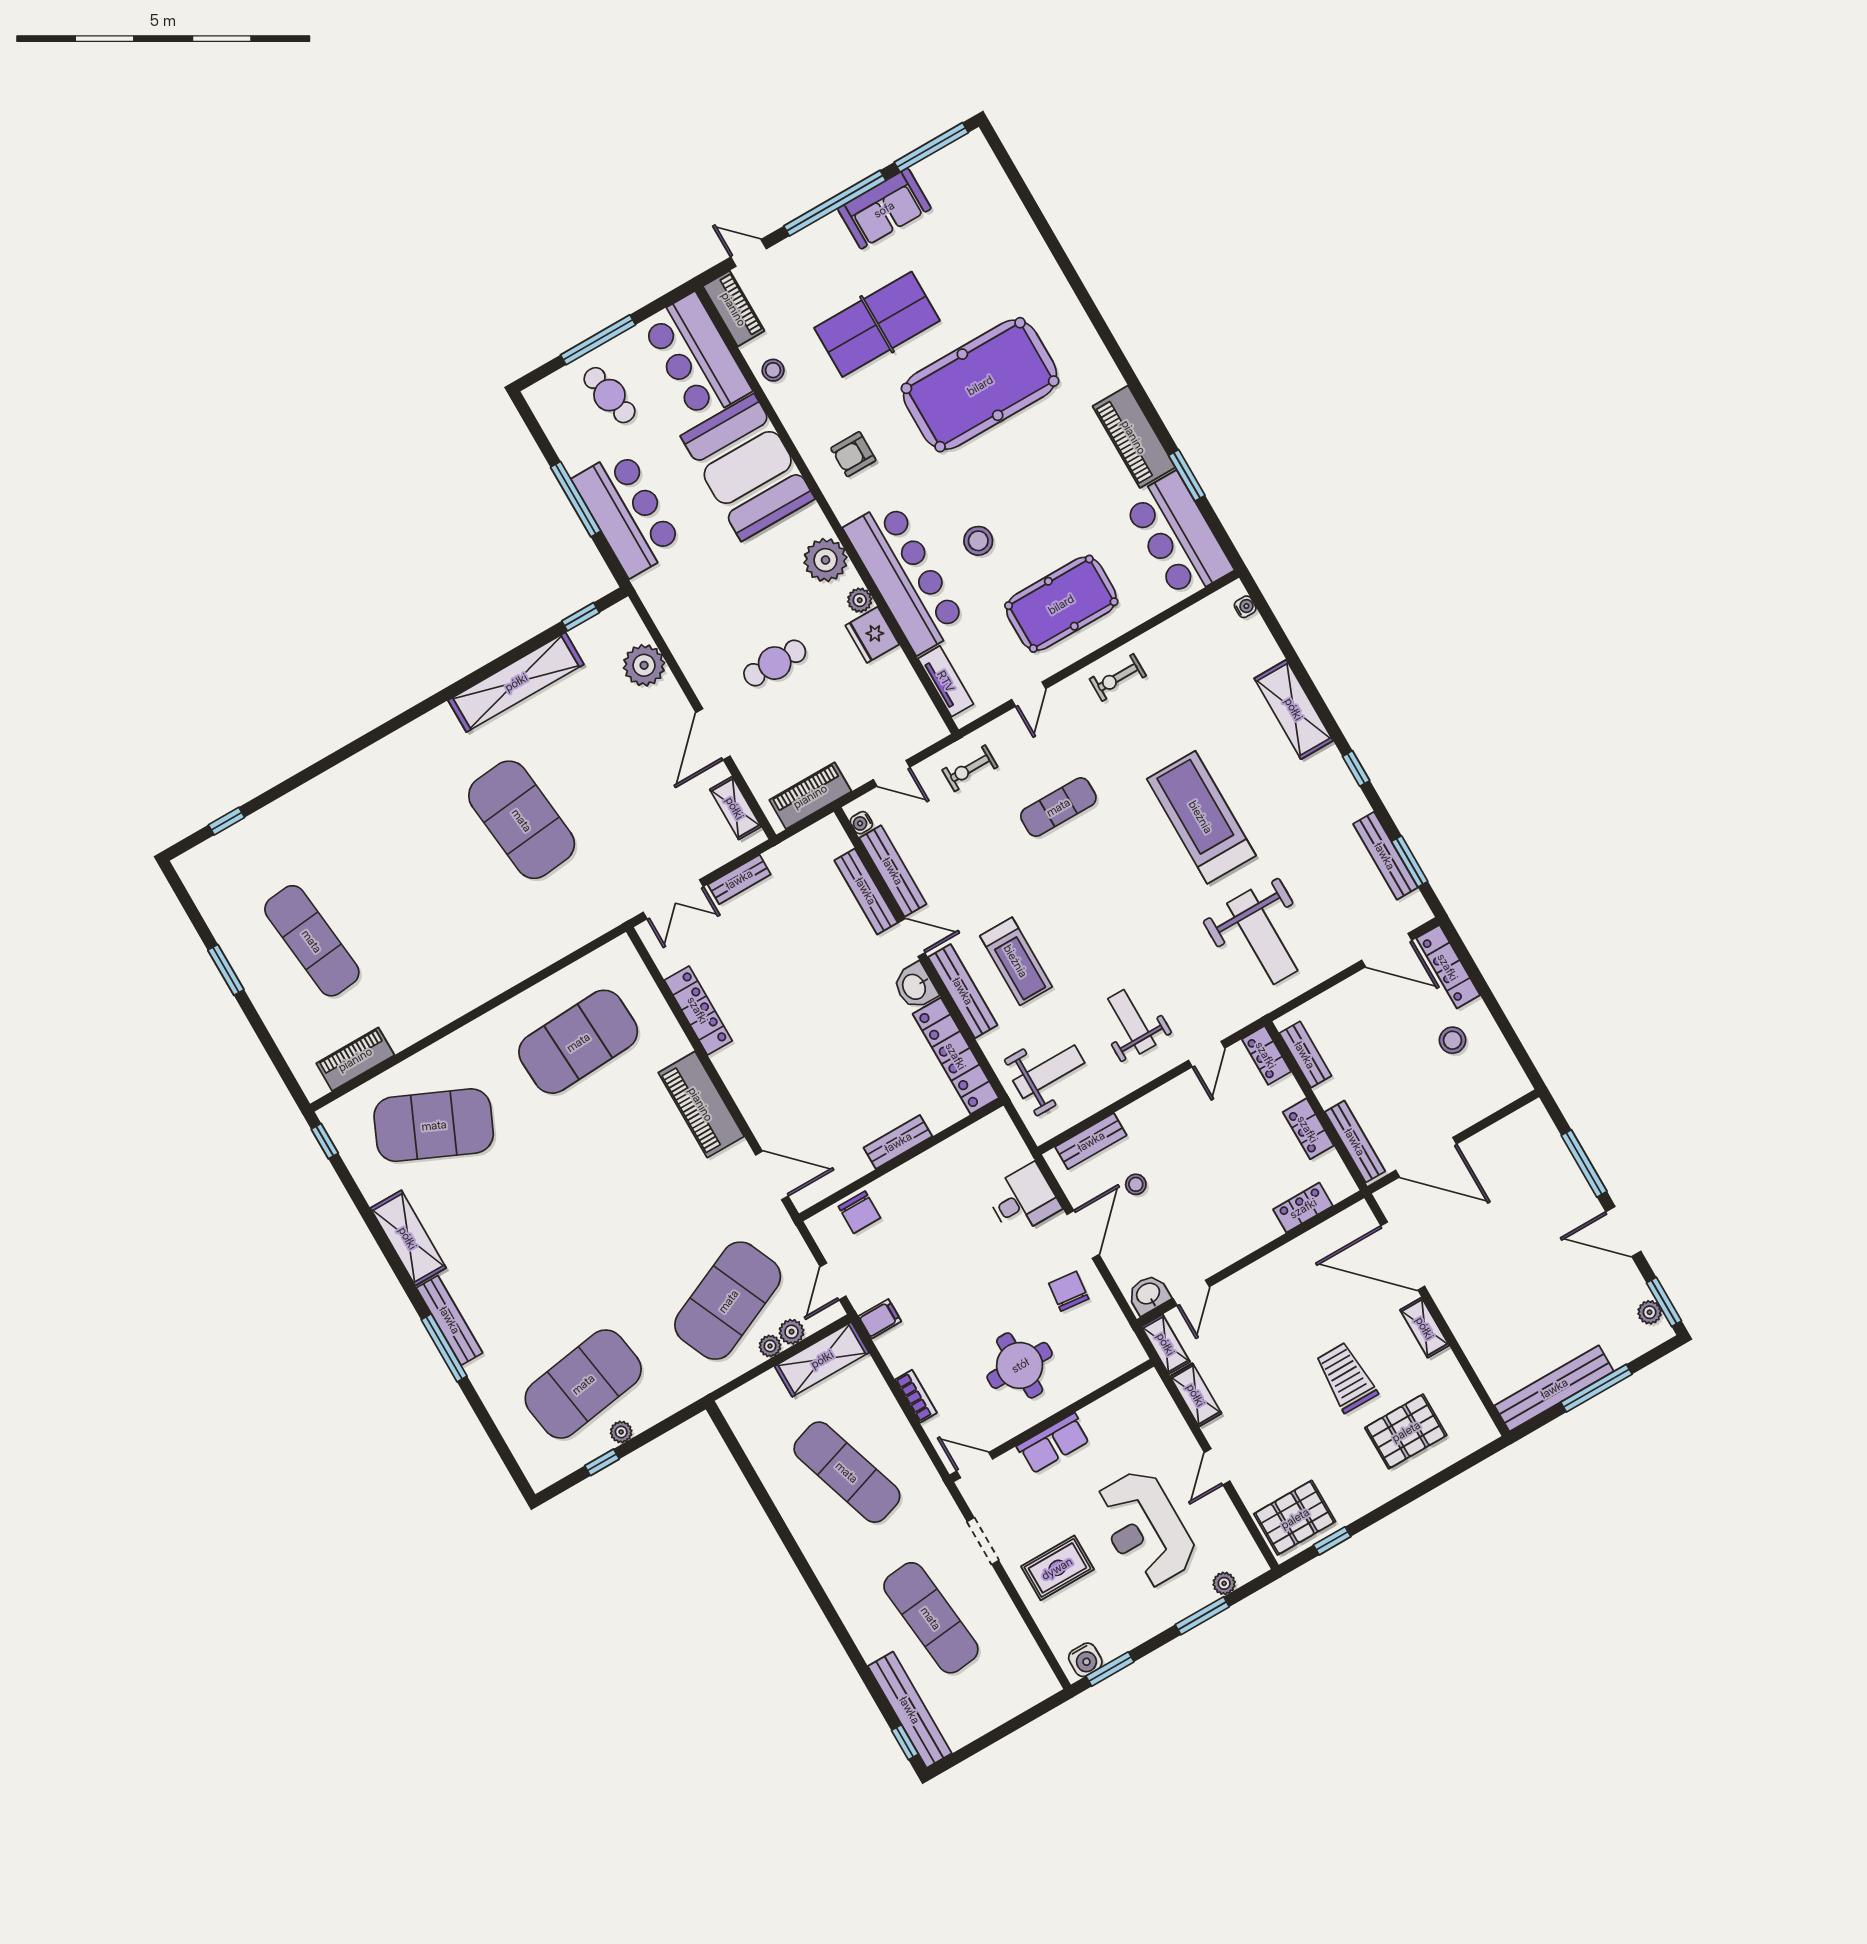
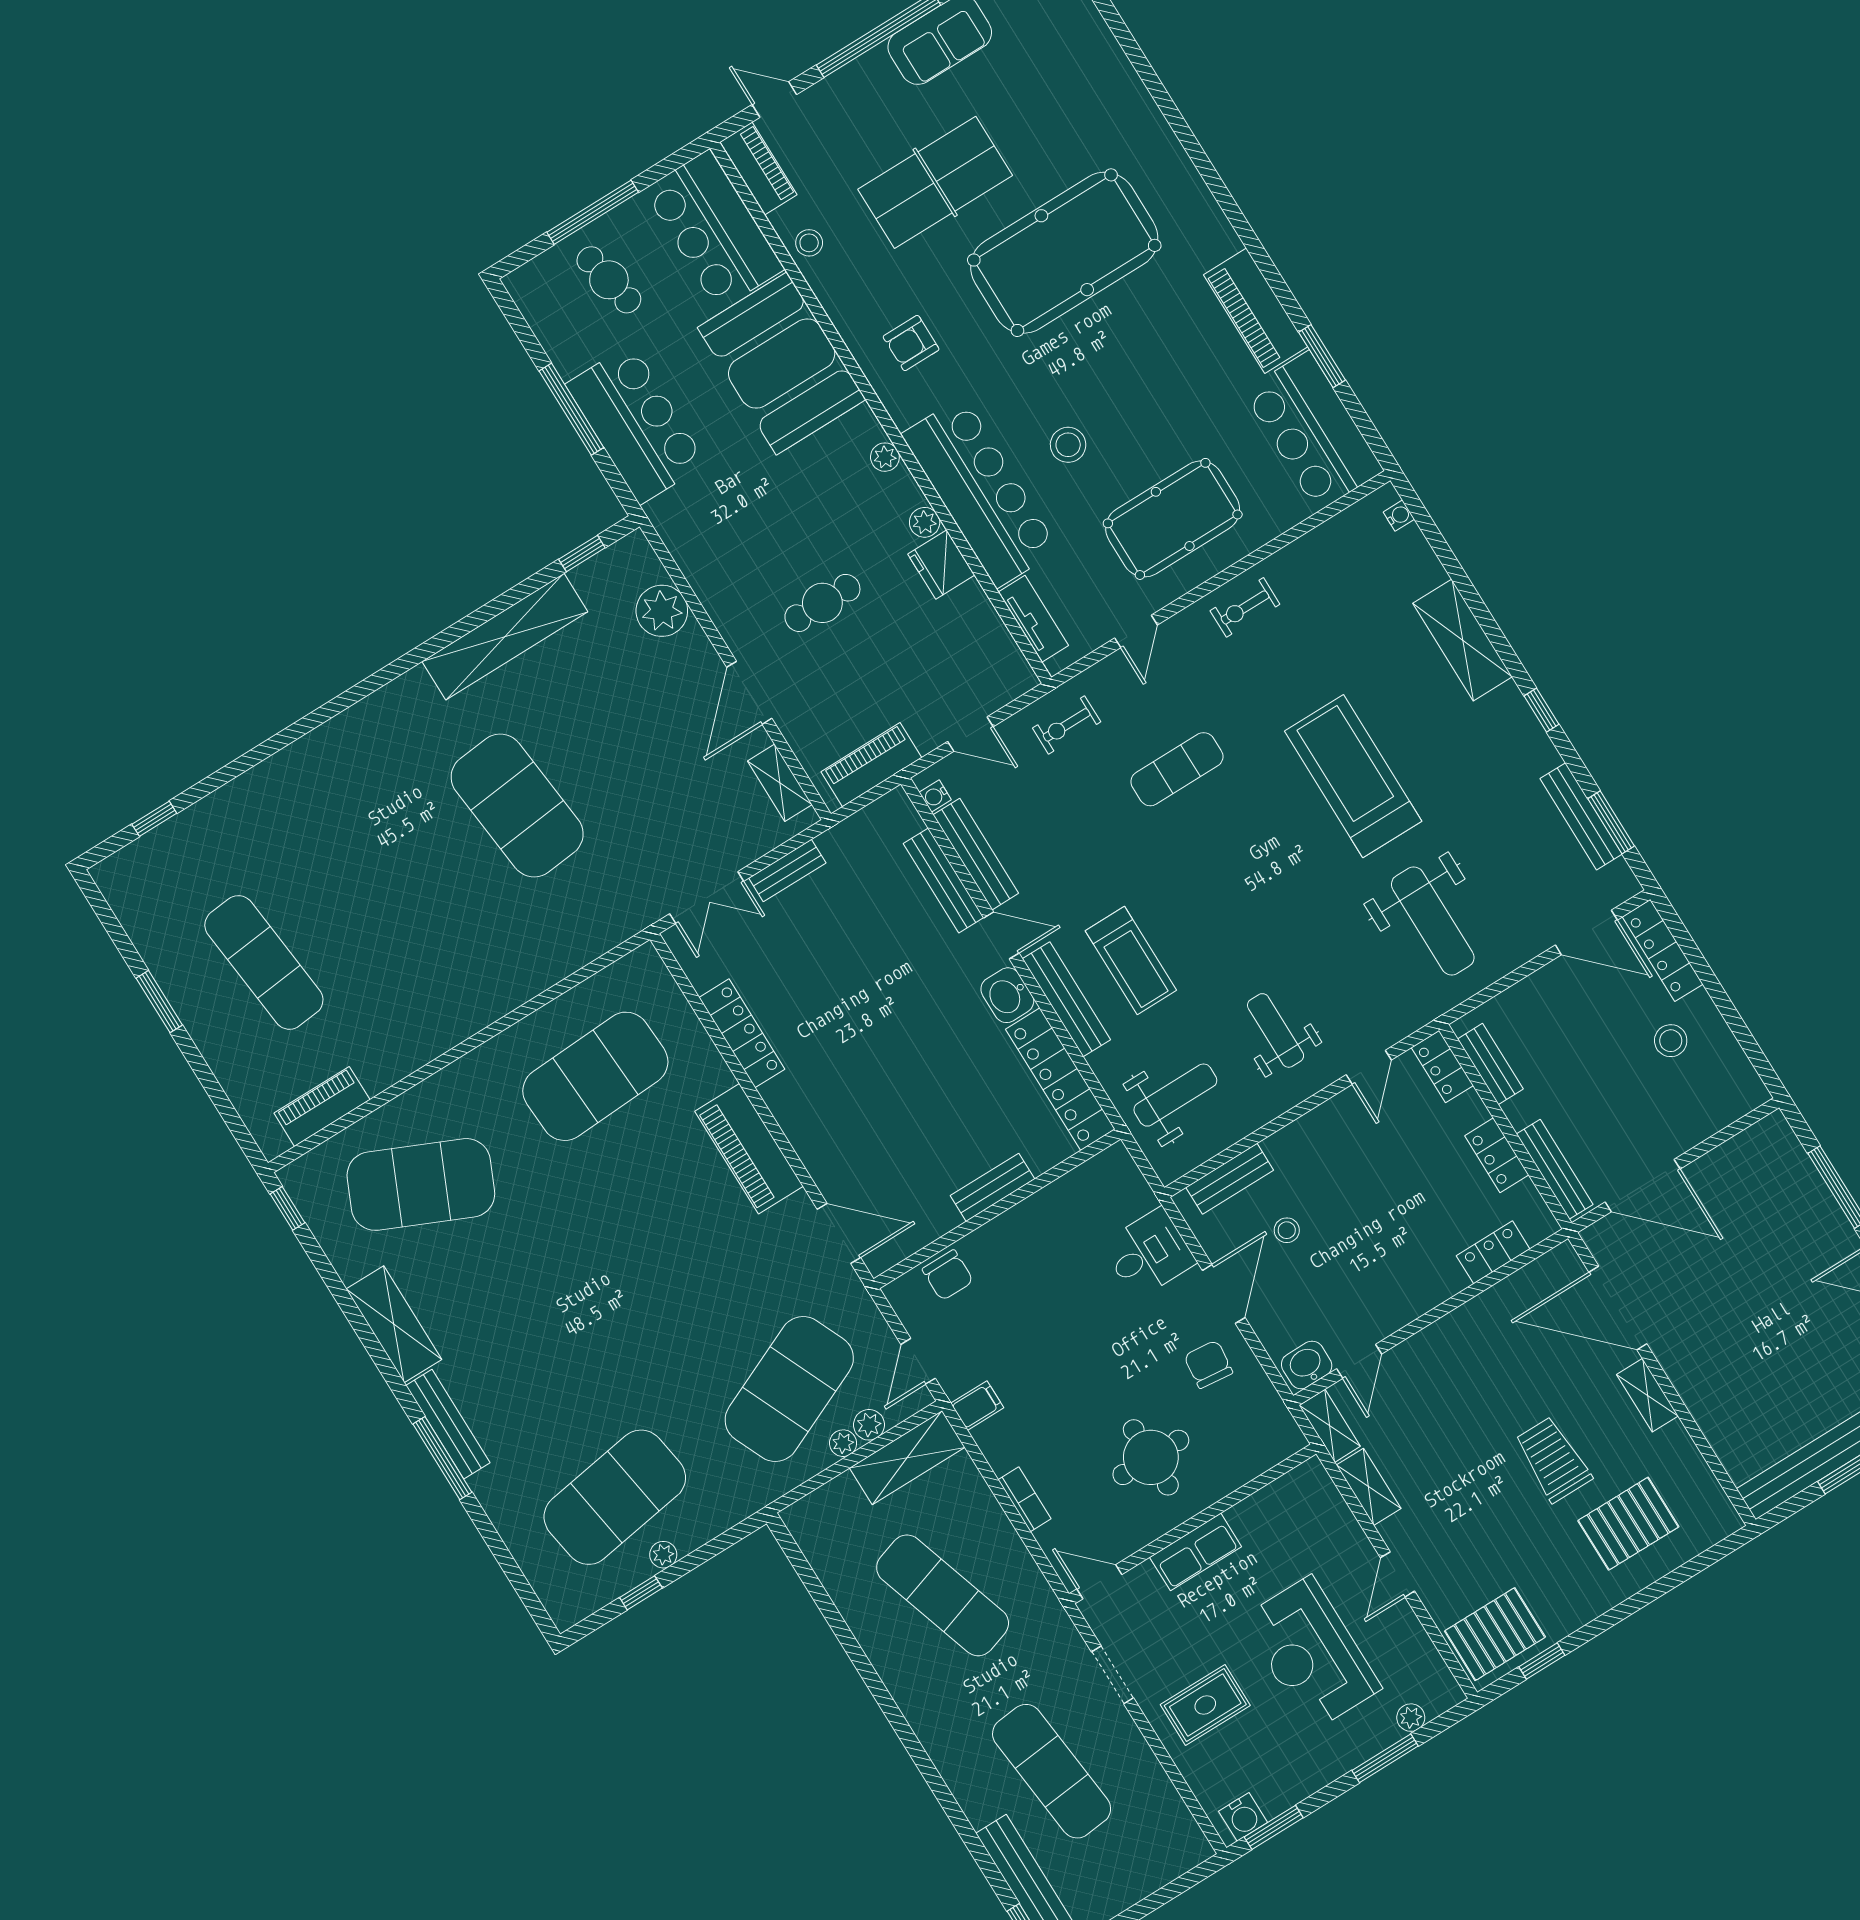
plant: (825, 560) -> (885, 457), width x0.53, depth x0.53

